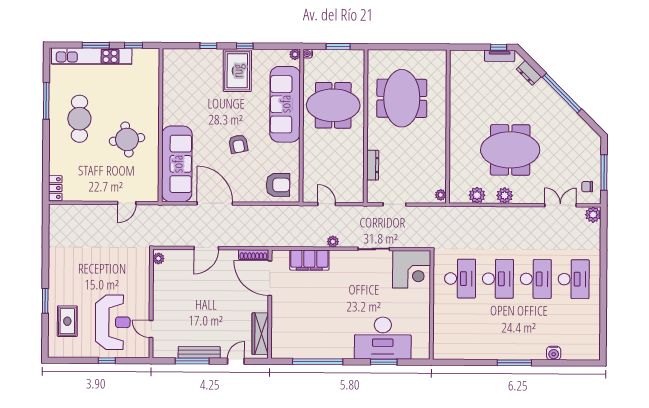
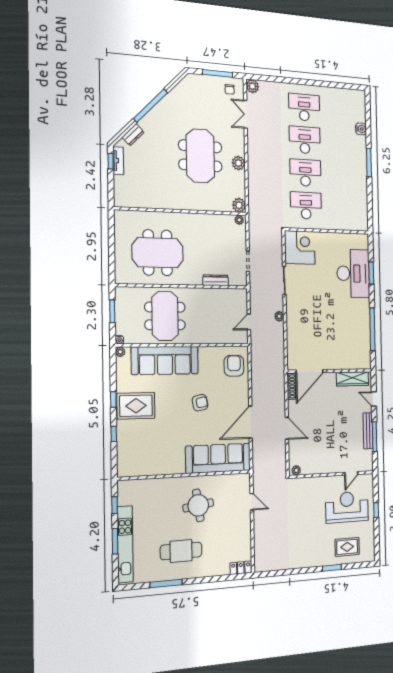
plant: (477, 195) -> (239, 205), moved
filing cabinet: (309, 260) -> (294, 337), removed

